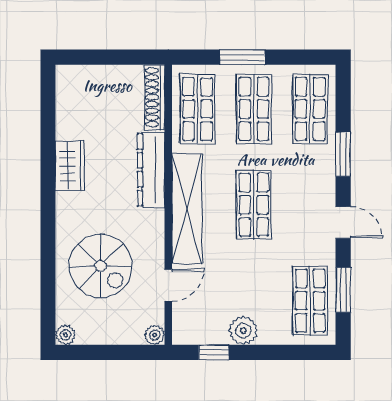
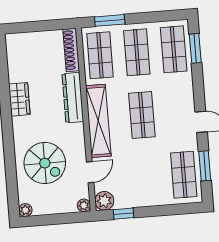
window: (242, 57) -> (110, 20), moved
window: (343, 154) -> (195, 48), moved
plant: (243, 331) -> (104, 201), moved

